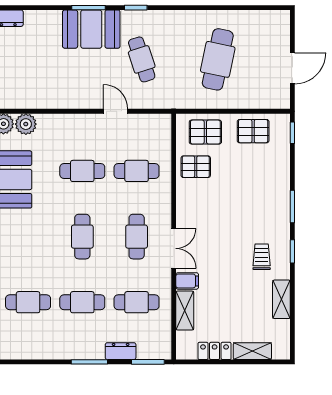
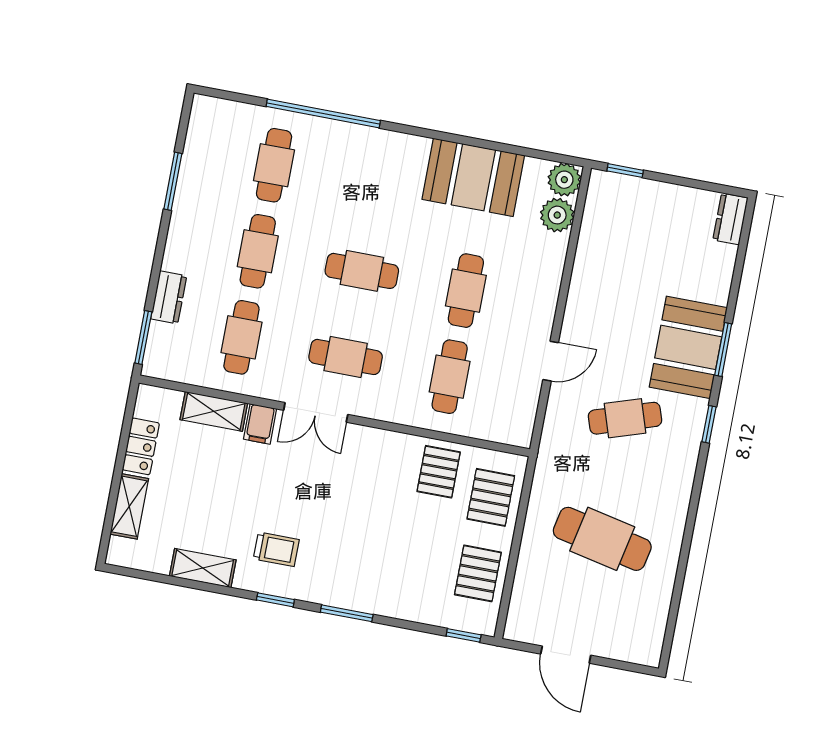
window: (89, 362) -> (173, 181), moved

